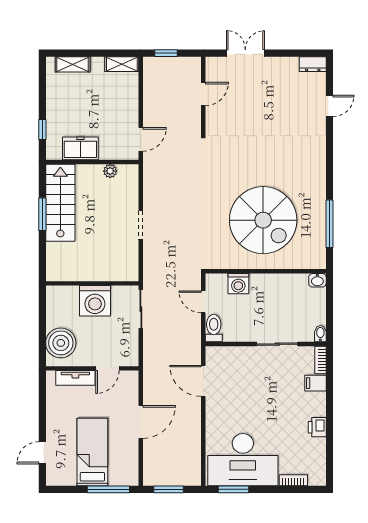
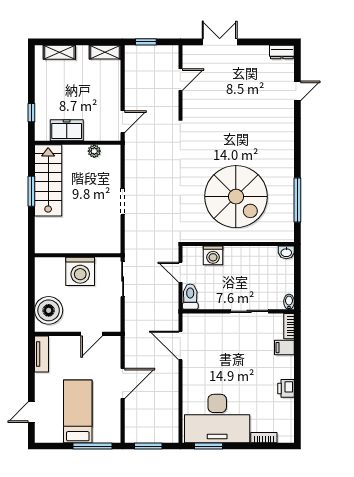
tv unit: (75, 378) -> (42, 354), moved, turned -90

